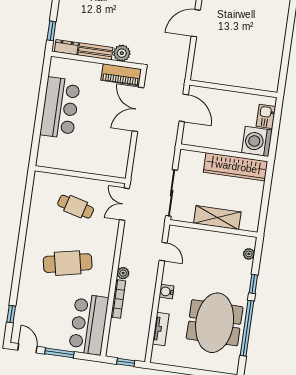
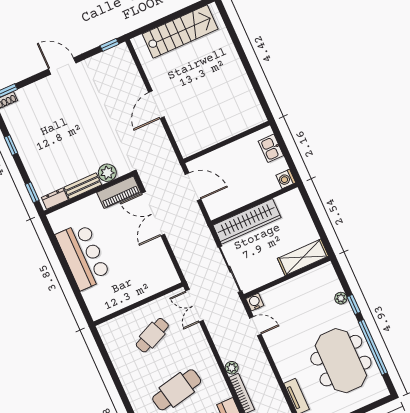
washing machine: (257, 141) -> (286, 179), width x0.53, depth x0.53
wardrobe: (236, 167) -> (247, 221), moved
cafe table: (76, 207) -> (152, 335), turned -39
shelving: (217, 218) -> (303, 257), moved
plant: (249, 254) -> (341, 298), moved
water cooler: (166, 292) -> (255, 302), moved, turned 90

